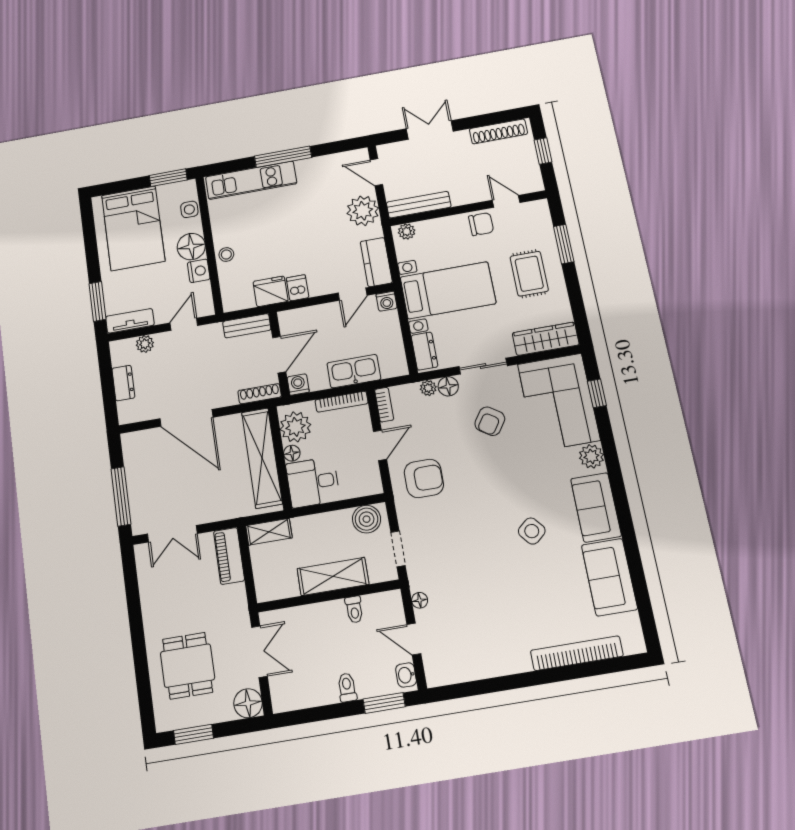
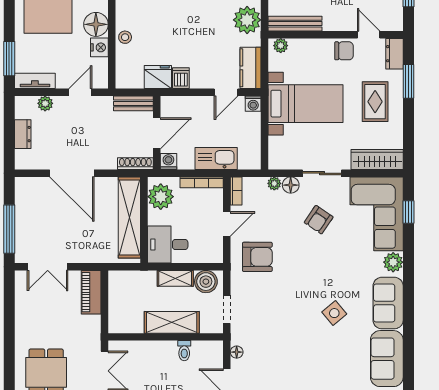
dresser: (424, 351) -> (394, 54), moved, turned 180
floor lamp: (292, 453) -> (154, 218), removed
shelving: (269, 532) -> (175, 278), moved

